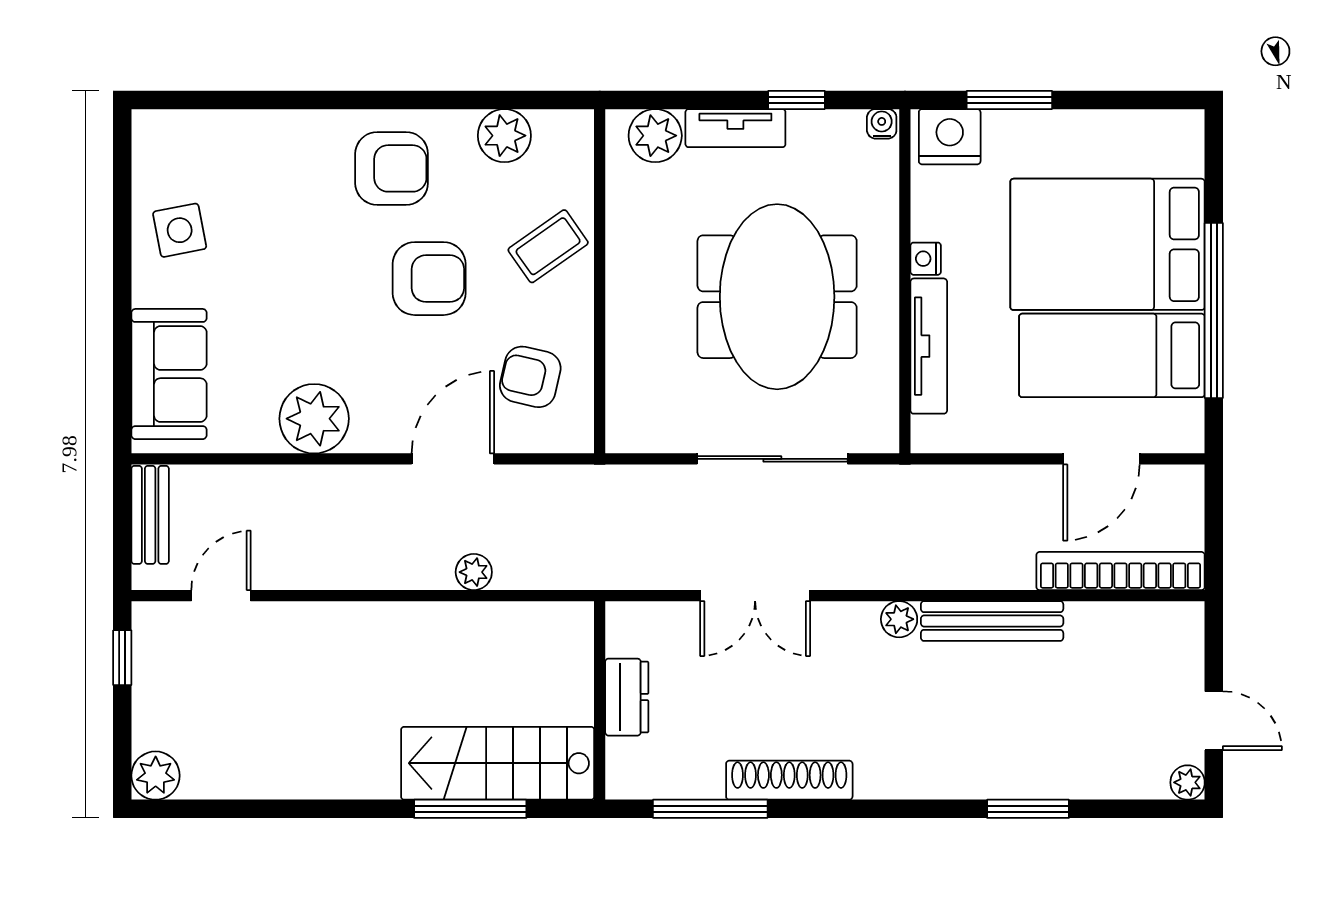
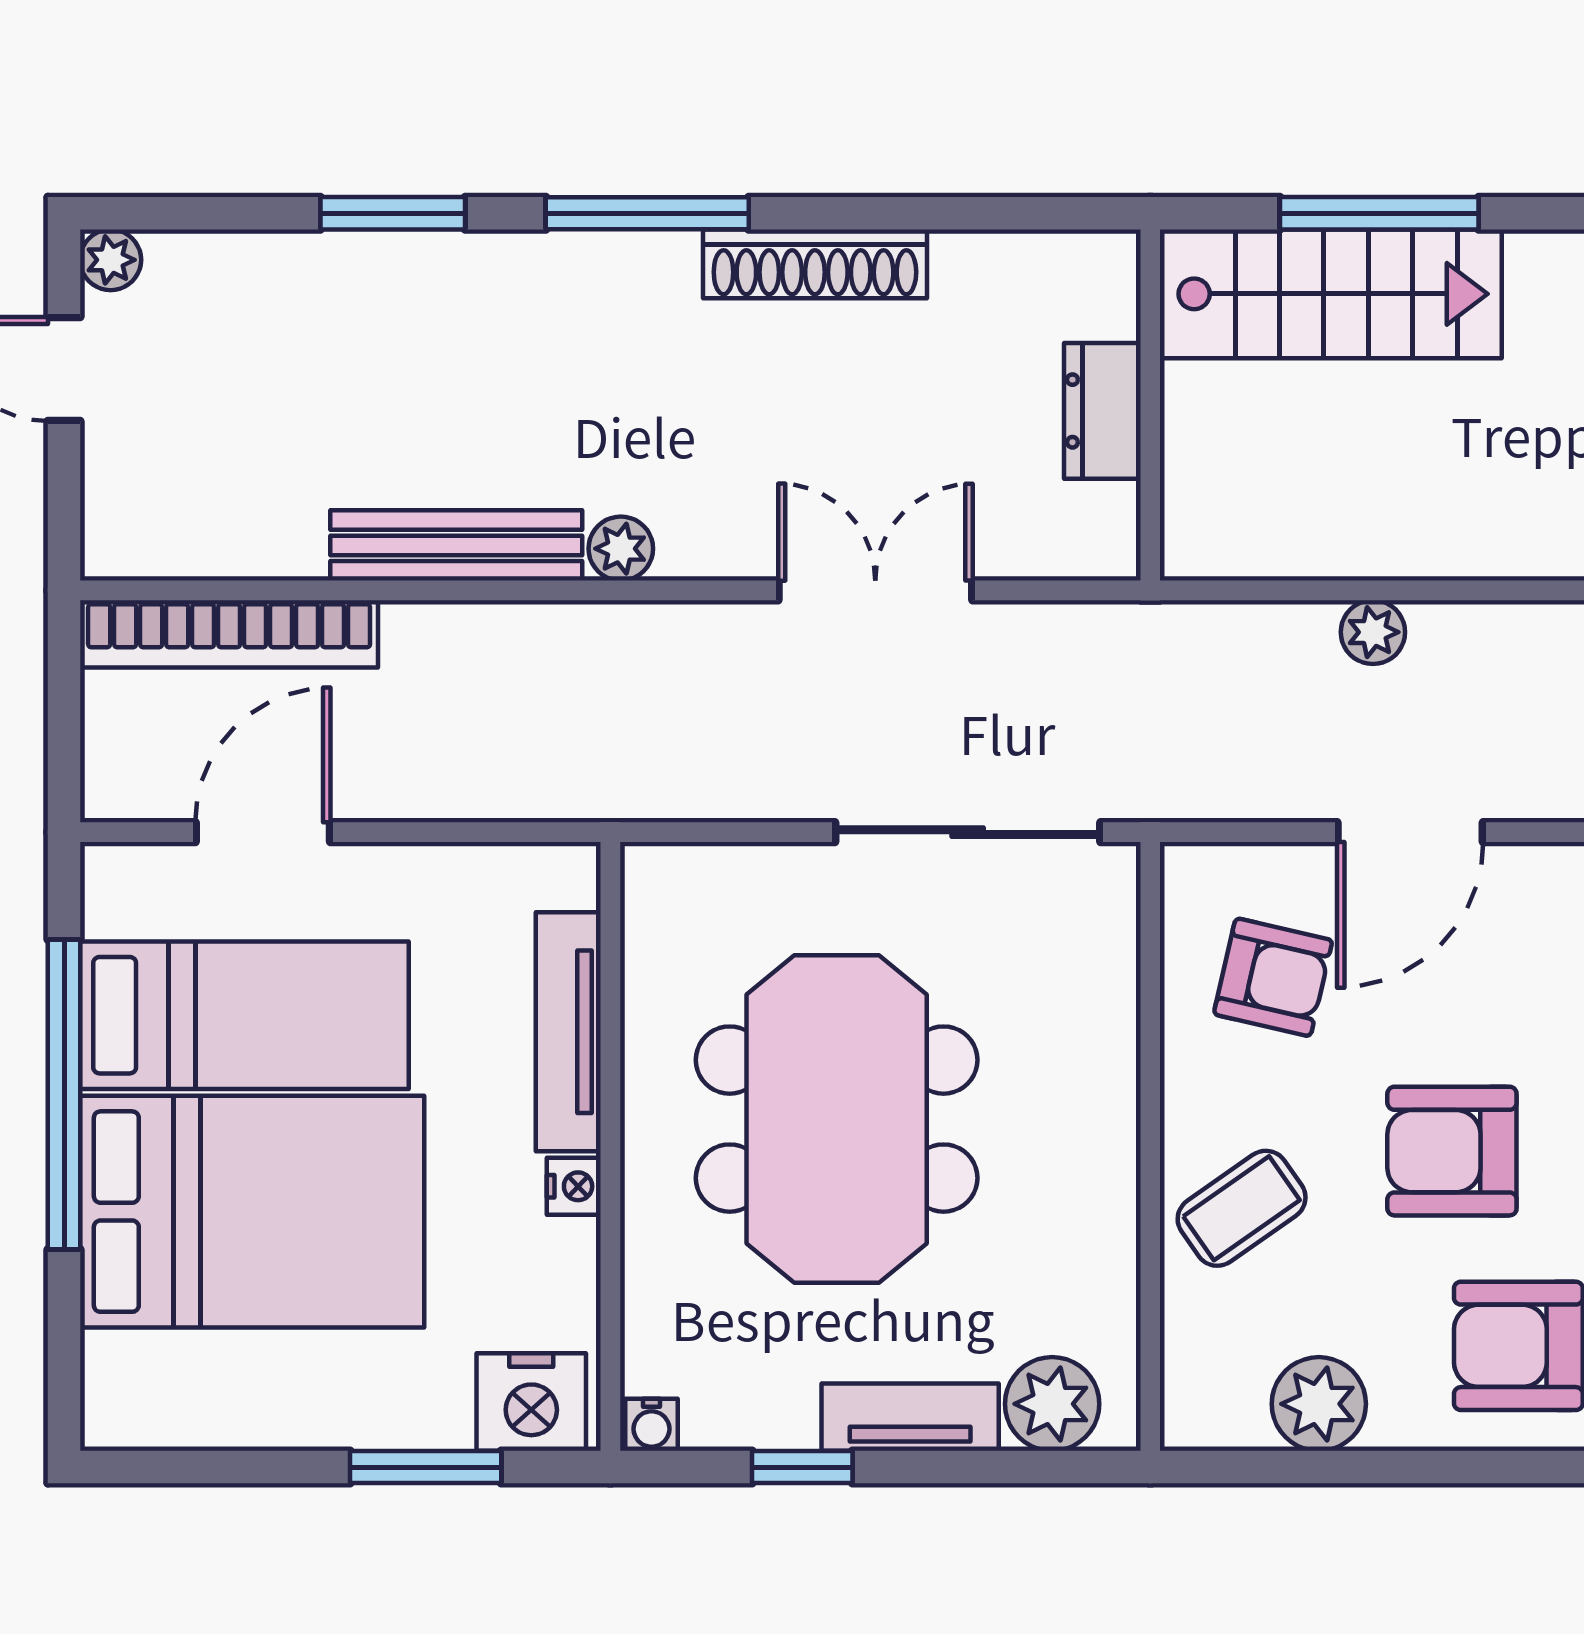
sliding door: (772, 459) -> (968, 832), moved
window: (710, 809) -> (647, 213), moved

